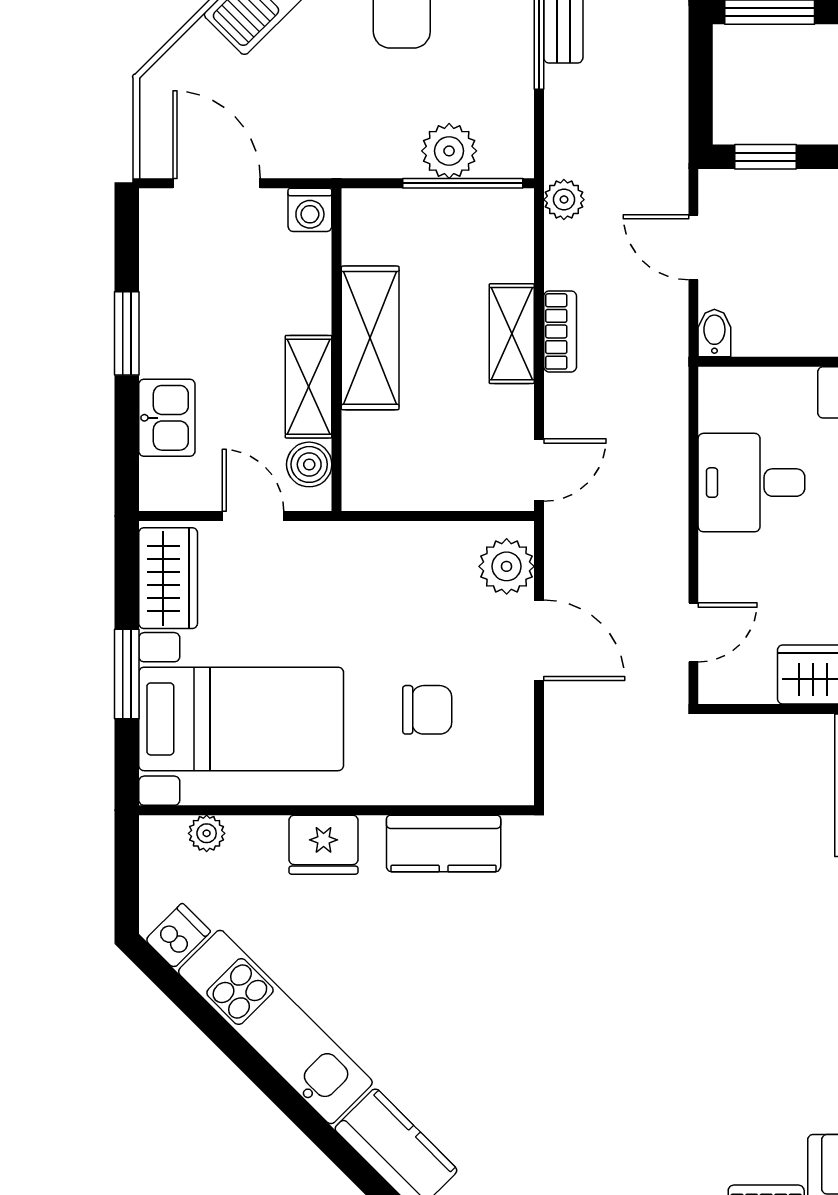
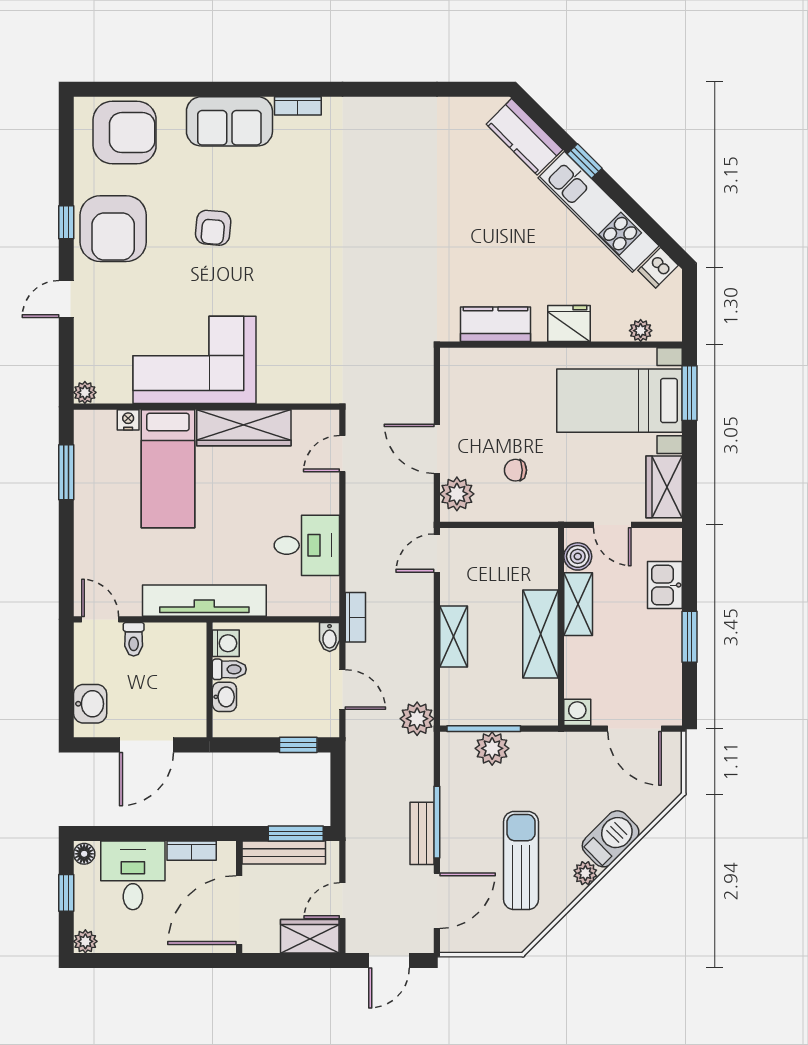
plant: (564, 200) -> (417, 719), width x1.38, depth x1.38
bookcase: (560, 331) -> (355, 617), moved, turned 180
window: (127, 674) -> (689, 393), moved
chair: (427, 710) -> (515, 470), moved, width x0.73, depth x0.73
window: (298, 1110) -> (585, 161), added

